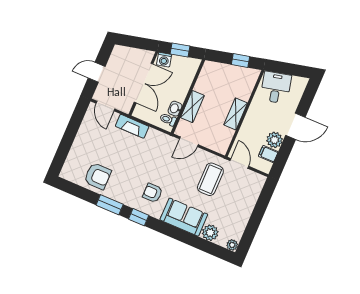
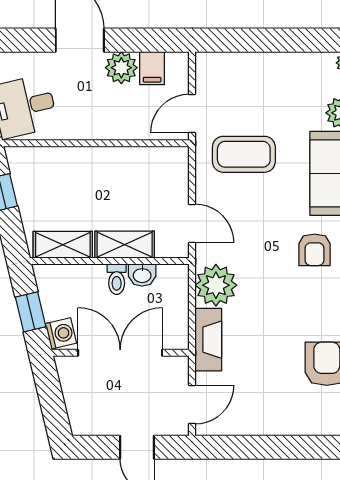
shelving: (236, 114) -> (63, 245), moved
toilet: (168, 120) -> (117, 279), moved
plant: (156, 141) -> (216, 285), added

